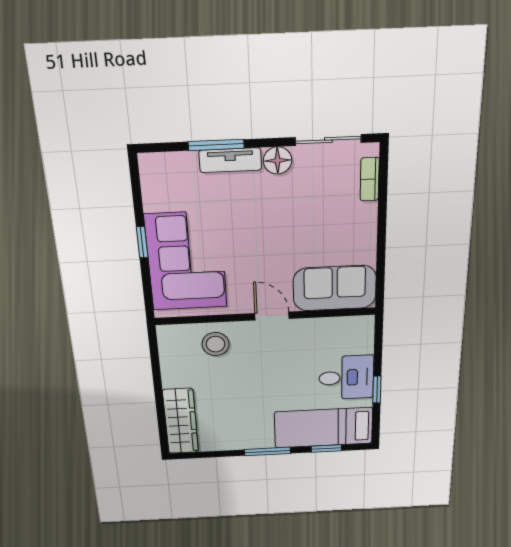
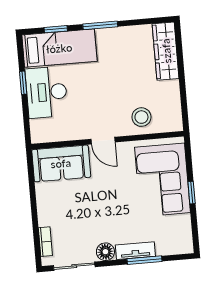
desk: (346, 378) -> (46, 92), width x1.37

